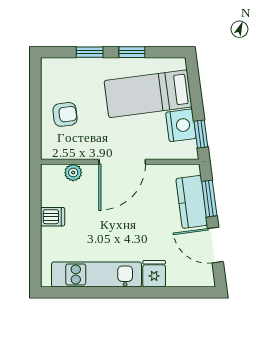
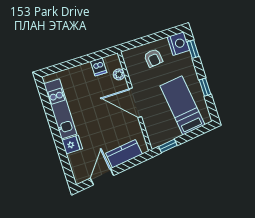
window: (90, 52) -> (193, 49), moved
nightstand: (181, 125) -> (178, 44), moved, turned -83
window: (209, 199) -> (130, 164), removed
dishwasher: (53, 217) -> (99, 67), moved

